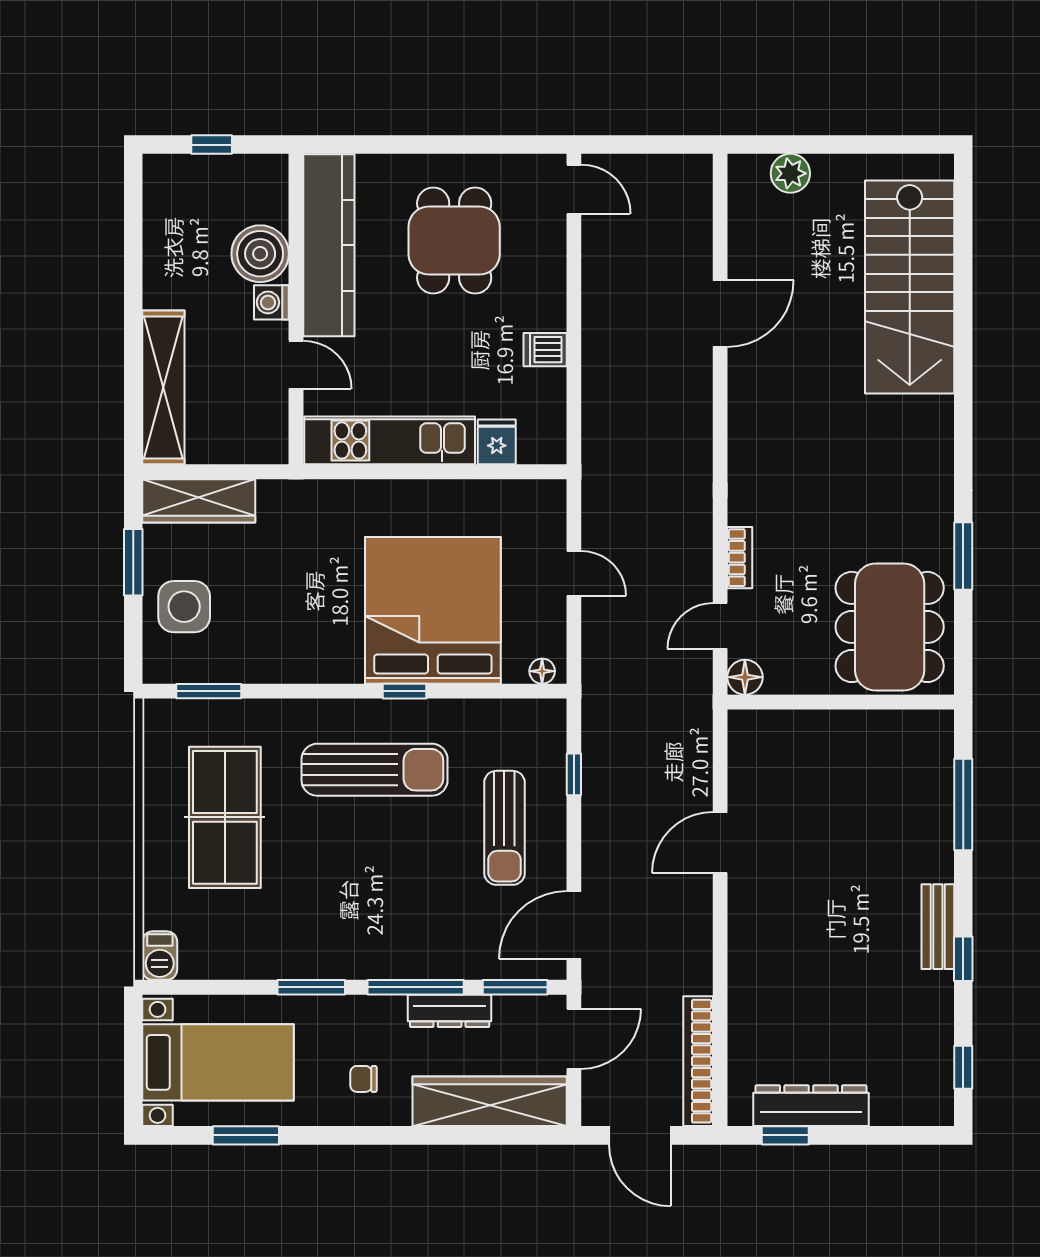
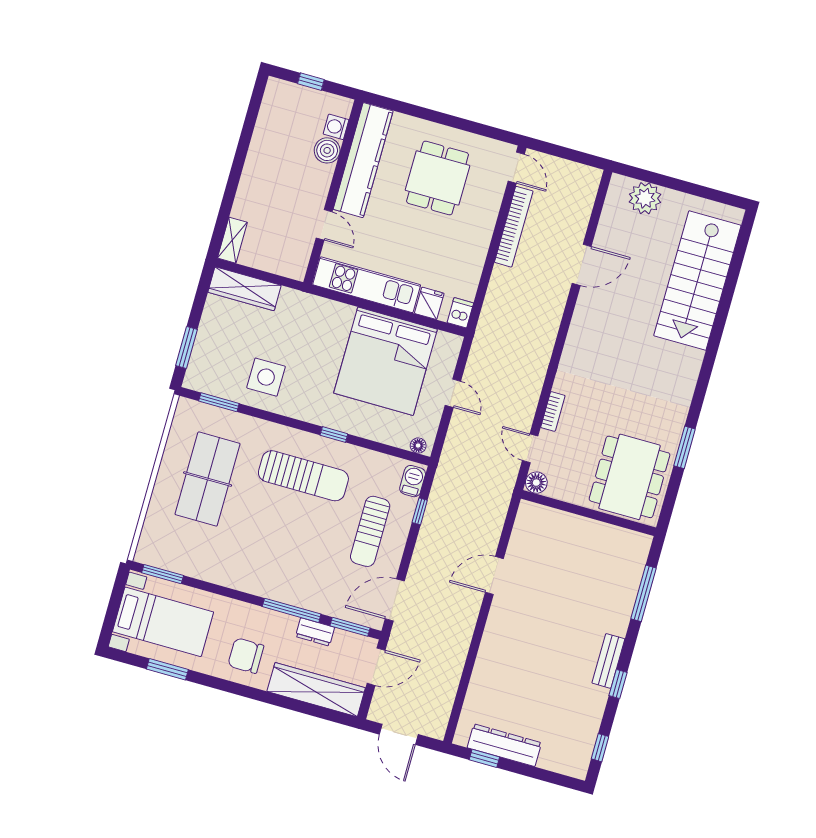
plant: (790, 173) -> (645, 198), width x1.36, depth x1.36
boiler: (260, 254) -> (327, 150), width x0.73, depth x0.73
washing machine: (271, 302) -> (336, 127), moved
dishwasher: (545, 350) -> (460, 313), moved, turned 90
shelving: (163, 387) -> (232, 240), width x0.45, depth x0.75
window: (133, 562) -> (187, 347), moved
side table: (184, 607) -> (266, 377), moved
bed: (433, 610) -> (385, 361), moved, turned 180
door: (720, 626) -> (530, 448), hinge flipped
barbecue: (160, 956) -> (413, 481), moved, turned 180
window: (311, 987) -> (163, 574), moved
dresser: (450, 1011) -> (315, 632), width x0.70
bookcase: (698, 1061) -> (514, 227), moved, turned 180
chair: (364, 1079) -> (246, 656), width x1.87, depth x1.87

